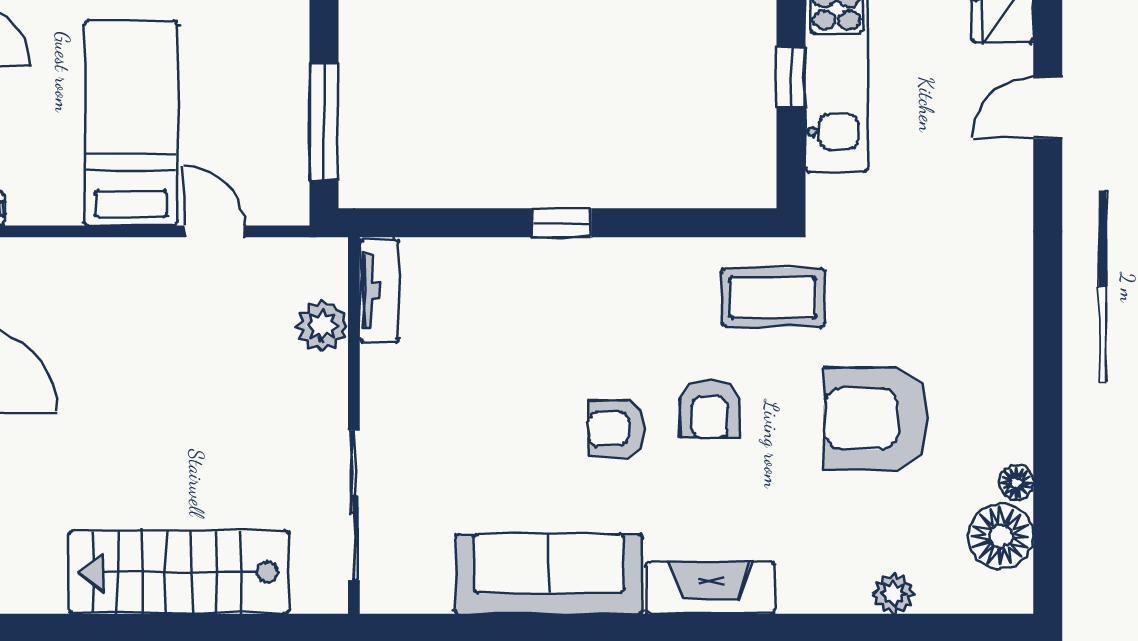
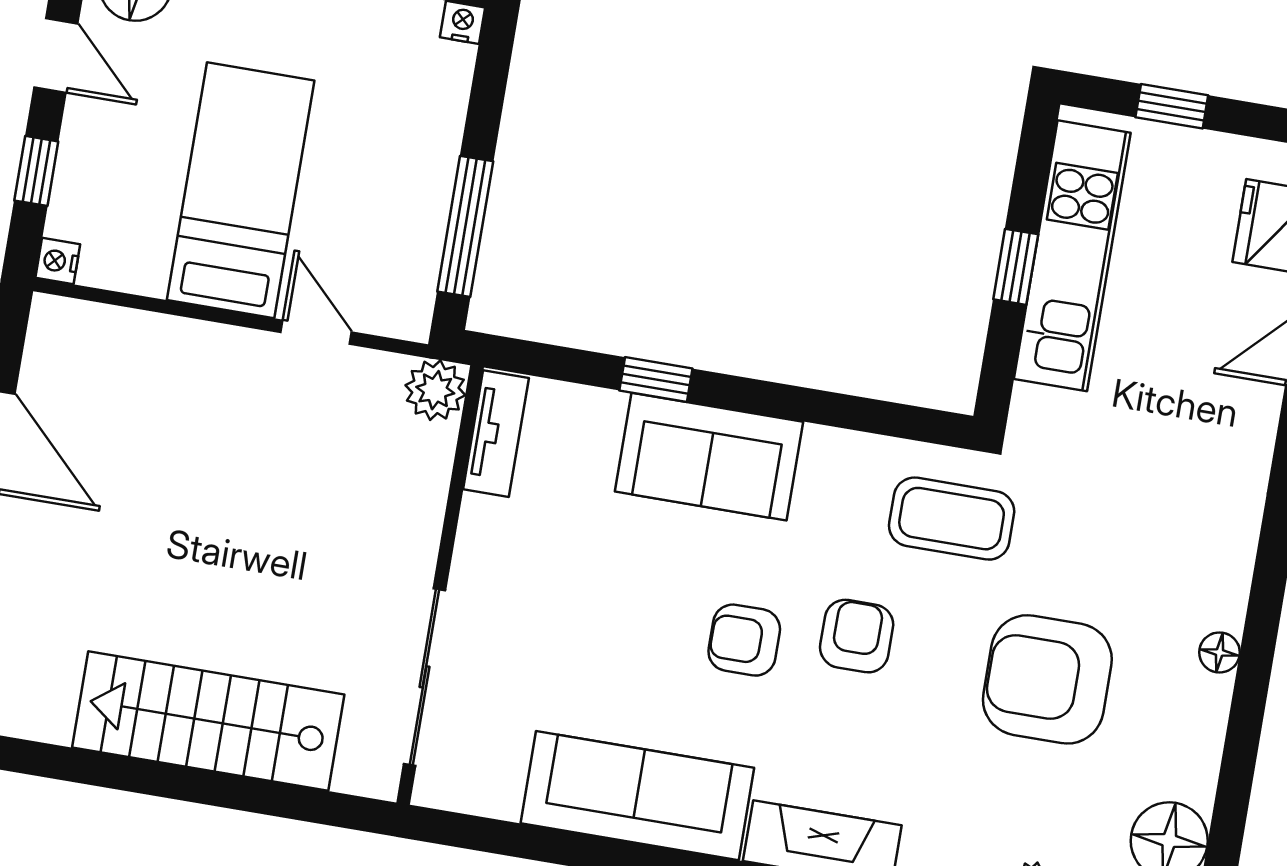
window: (562, 223) -> (656, 379), moved
sofa: (561, 280) -> (709, 457), added
plant: (322, 326) -> (435, 390), moved
armchair: (710, 409) -> (857, 636), turned 180
floor lamp: (1016, 483) -> (1220, 652), moved

